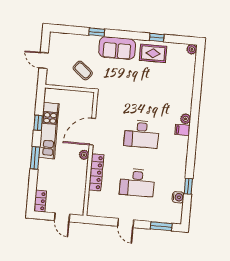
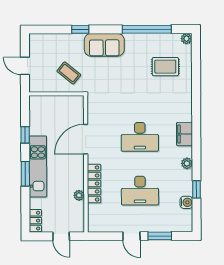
window: (157, 37) -> (147, 29), width x3.17
rug: (153, 53) -> (165, 67), moved
plant: (186, 119) -> (187, 163), moved
filing cabinet: (183, 130) -> (184, 134), width x2.00
kitchen unit: (49, 131) -> (38, 166), moved
plant: (84, 155) -> (79, 195), moved
window: (161, 226) -> (160, 236), moved

